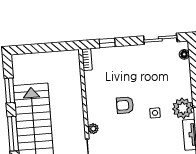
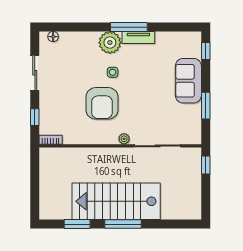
sliding door: (160, 39) -> (35, 73), moved
armchair: (125, 105) -> (102, 103), width x1.88, depth x1.88

